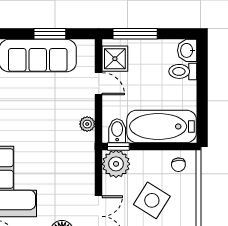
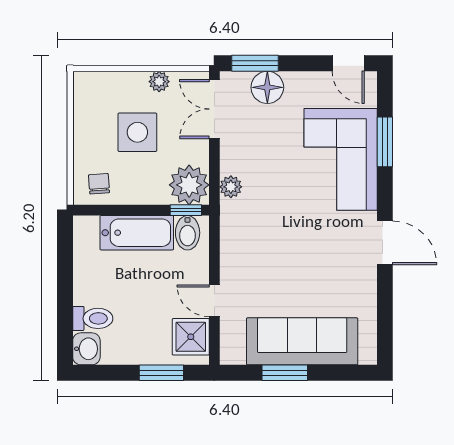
window: (135, 34) -> (161, 373), width x0.69
plant: (87, 124) -> (231, 187), moved
bathtub: (162, 126) -> (137, 233), width x0.73, depth x0.73
side table: (152, 200) -> (137, 132), turned -32

